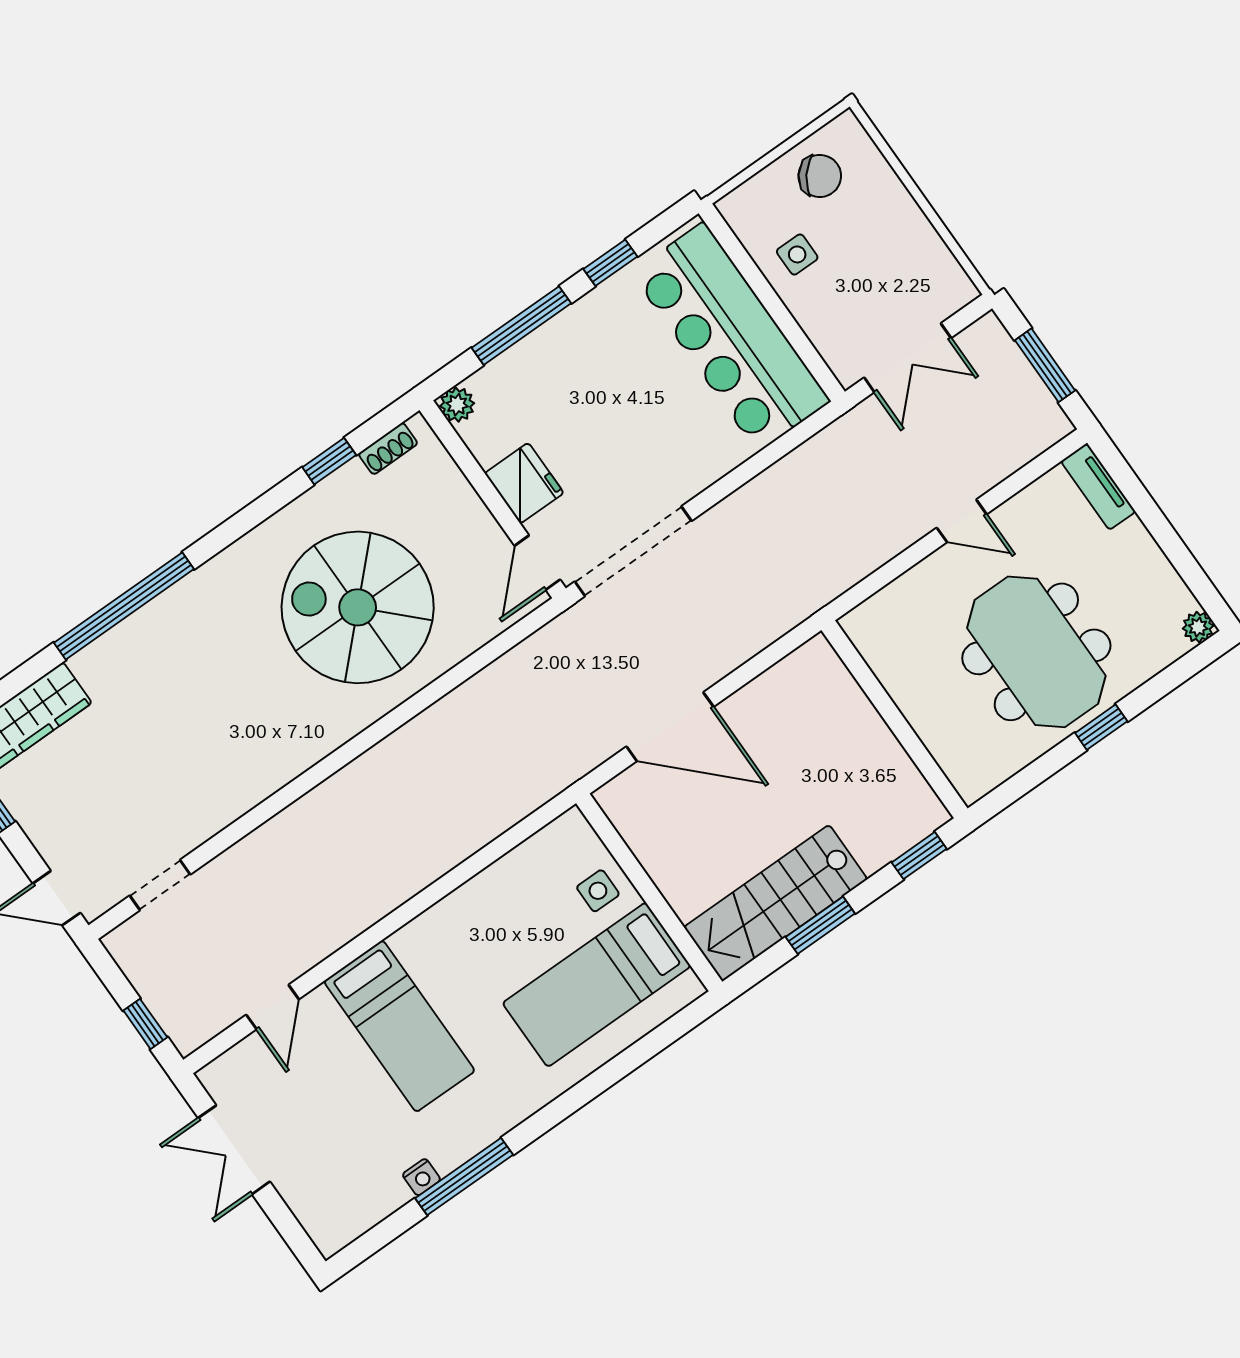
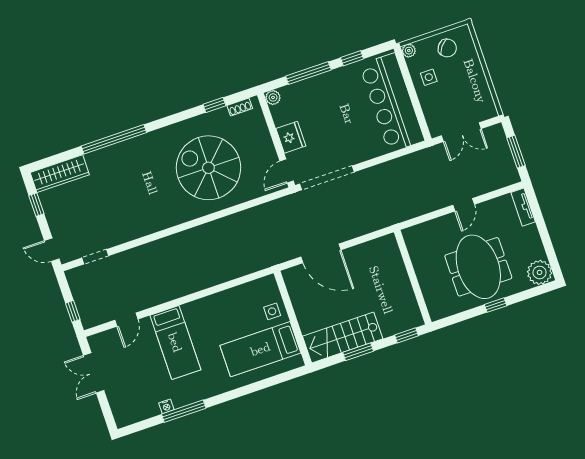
plant: (734, 207) -> (409, 51), added
door: (962, 521) -> (464, 205), hinge flipped
plant: (1198, 627) -> (540, 272), width x1.88, depth x1.88

